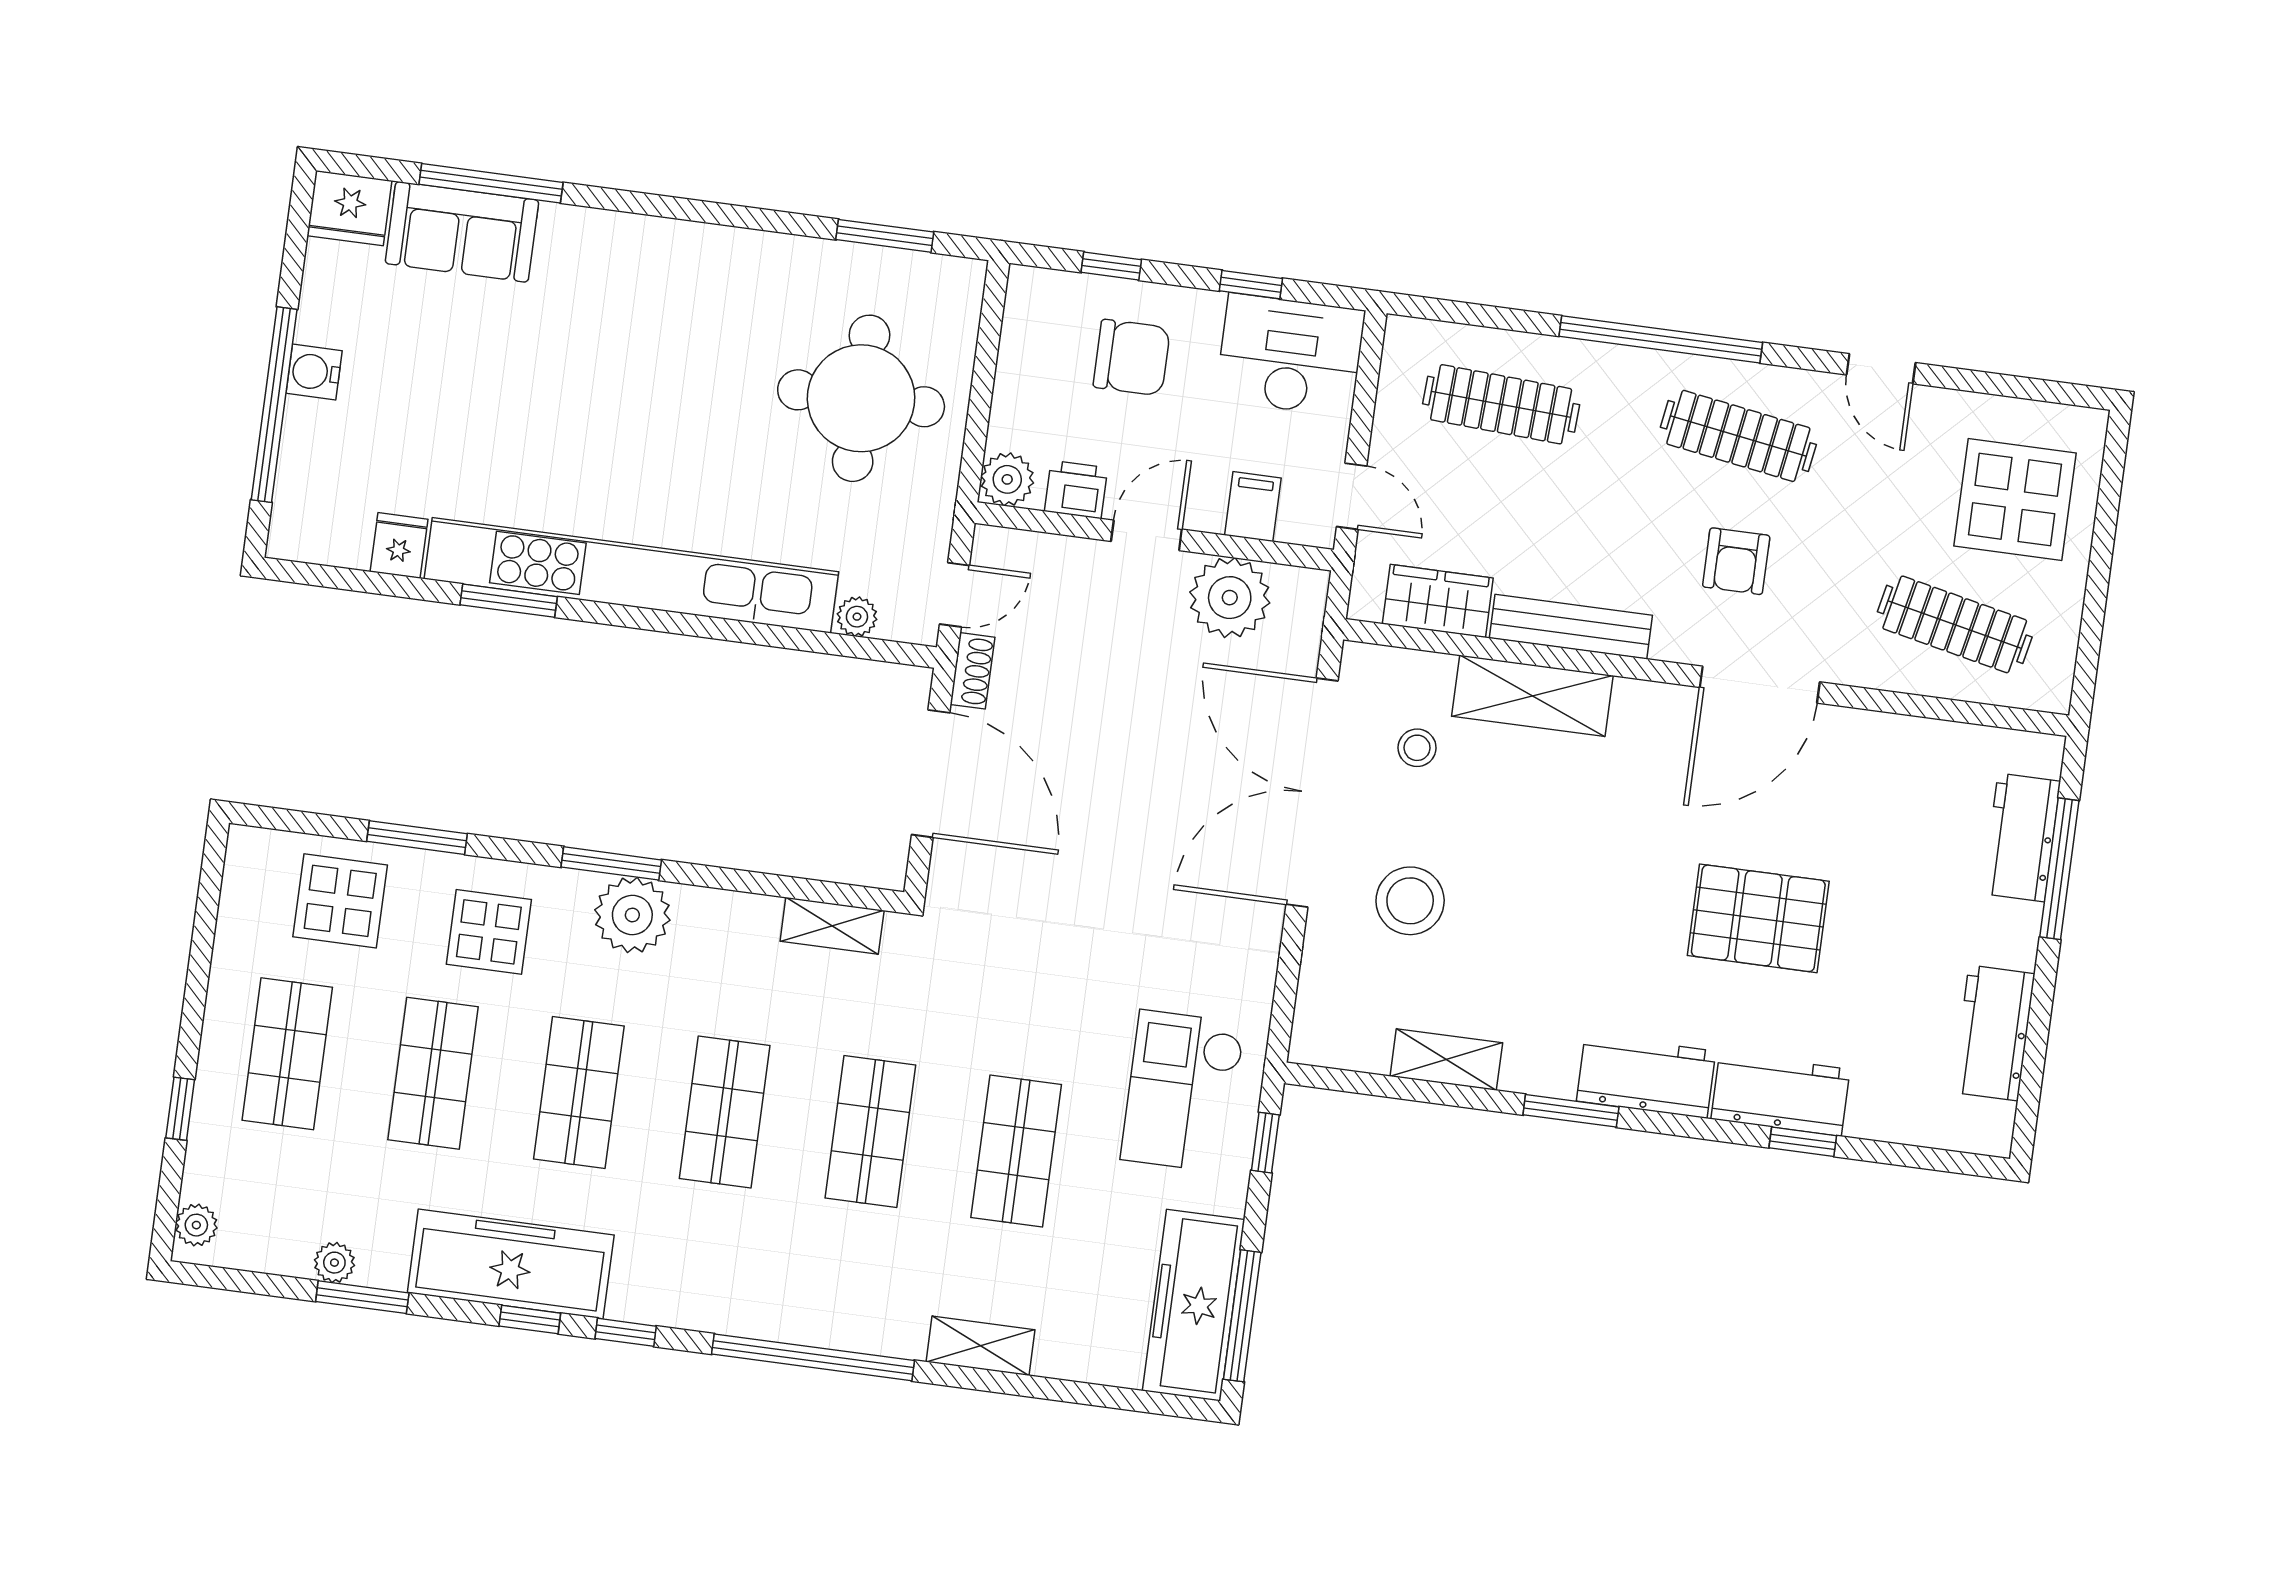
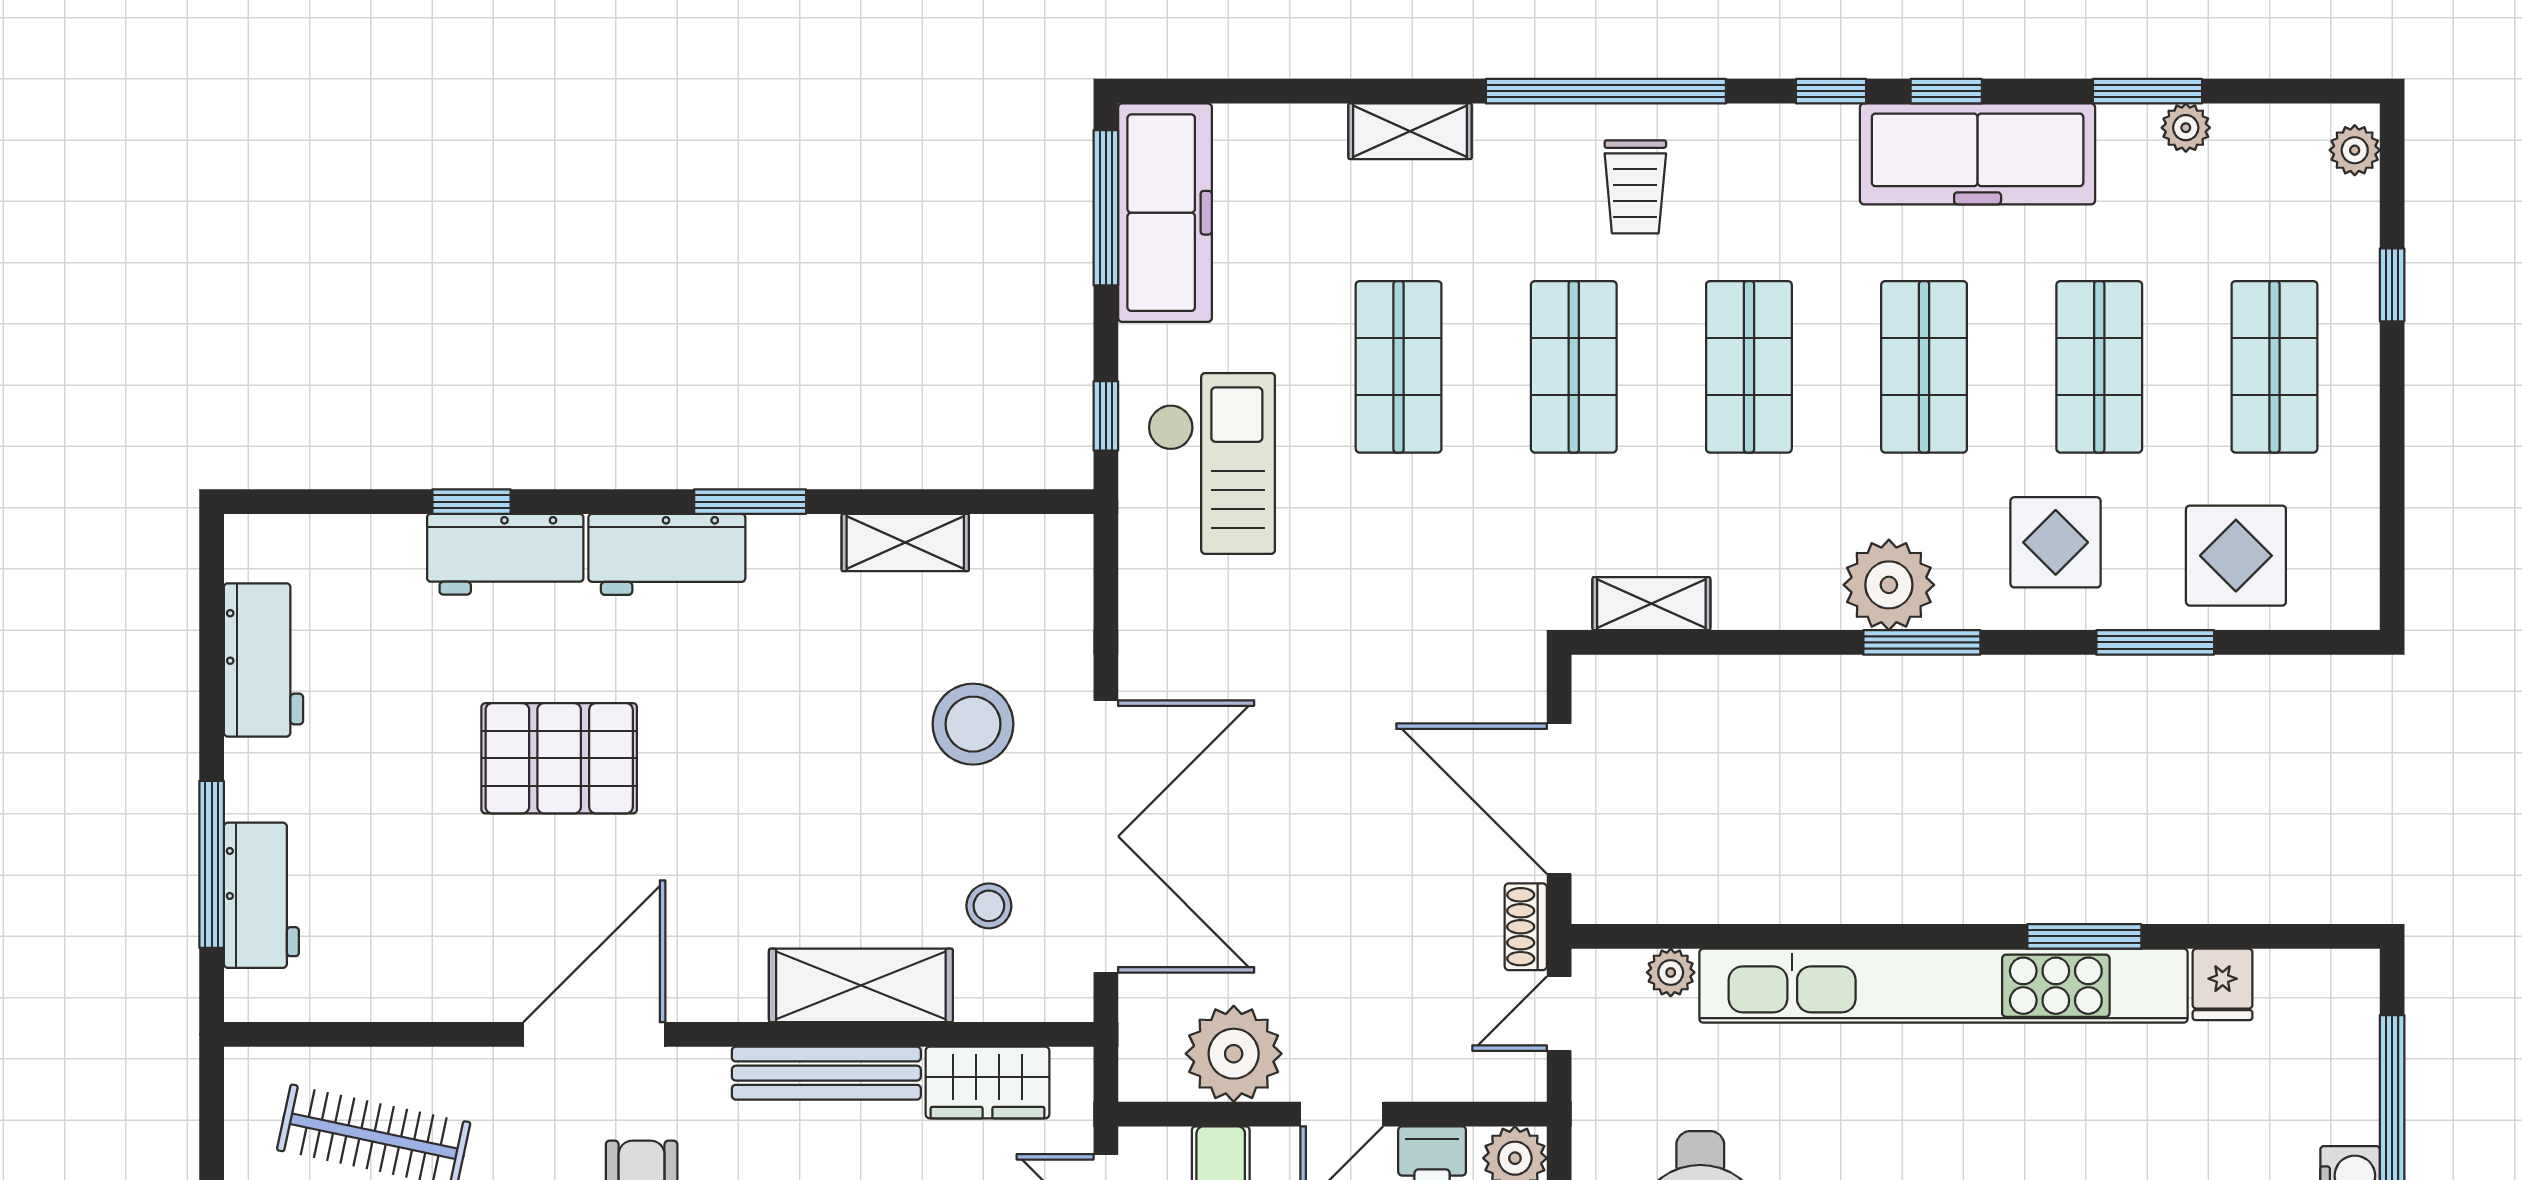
trolley: (799, 1275) -> (1635, 187), added

